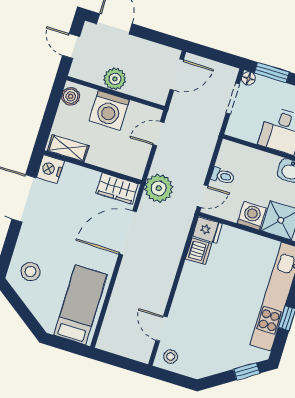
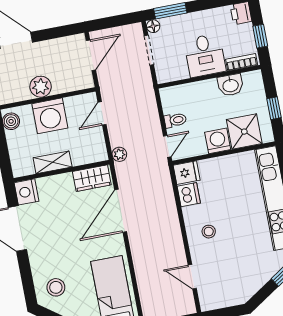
shelving: (68, 148) -> (53, 162), moved
plant: (159, 188) -> (119, 154), width x0.53, depth x0.53
stool: (171, 357) -> (209, 232), moved

